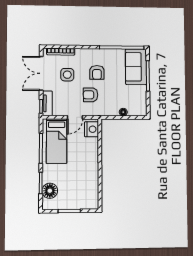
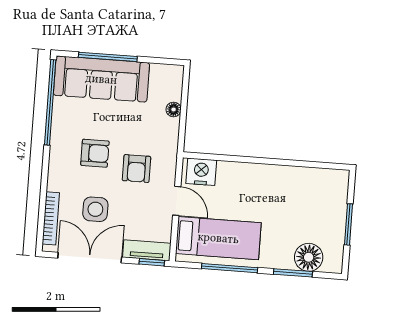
sofa: (136, 67) -> (101, 79), width x1.36
double door: (41, 73) -> (90, 258), swing flipped

